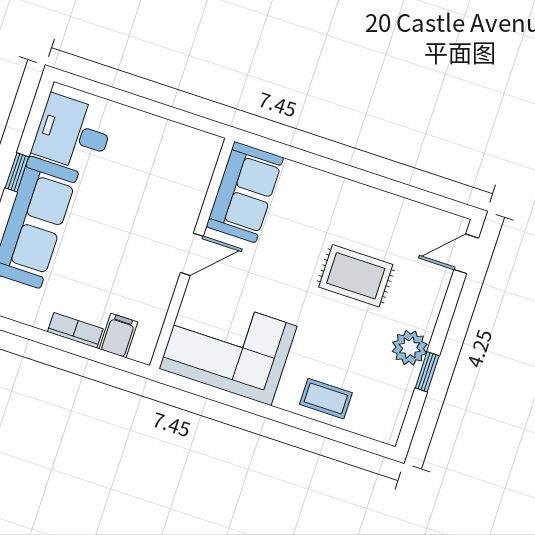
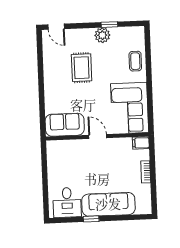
filing cabinet: (118, 336) -> (141, 143), moved

